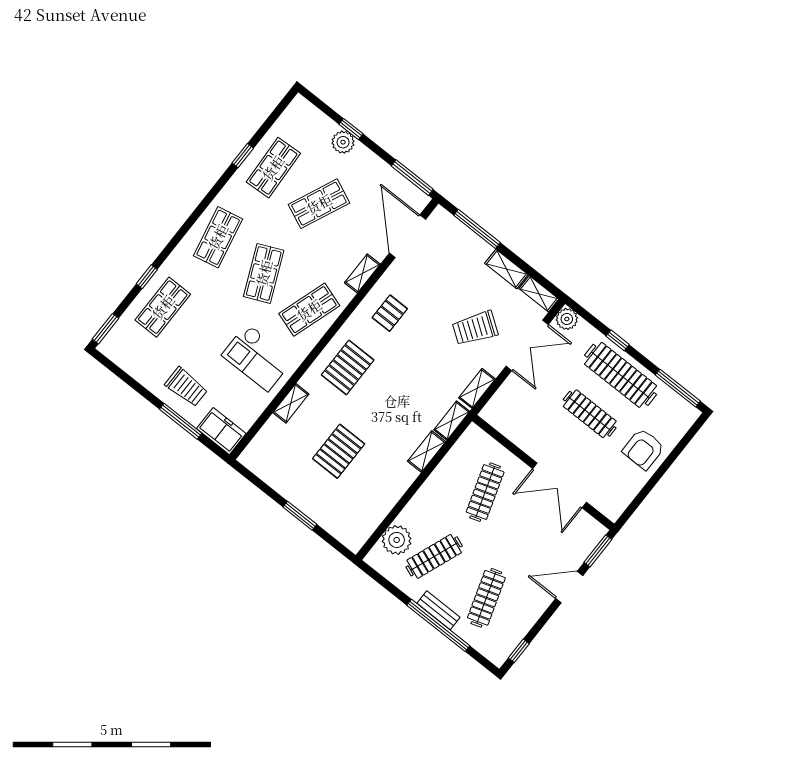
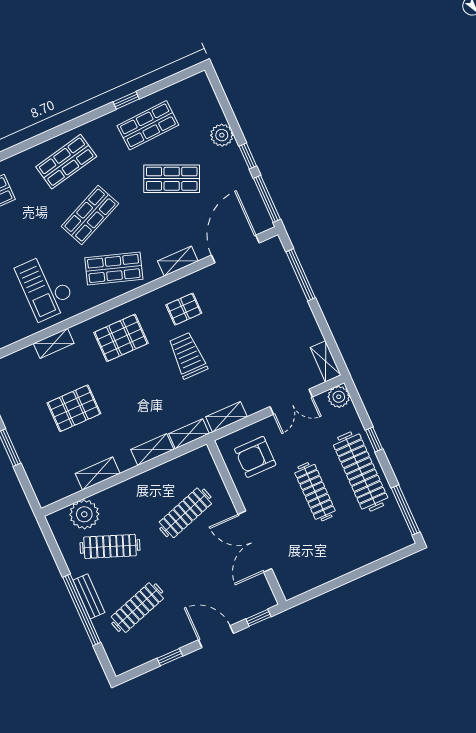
window: (351, 129) -> (248, 156), moved
shelving: (506, 269) -> (98, 473), moved, turned 90
trolley: (475, 328) -> (188, 355), moved, turned 55
double door: (527, 345) -> (291, 402), width x0.73
armchair: (643, 449) -> (255, 457), moved
window: (598, 551) -> (258, 618), width x0.67
window: (519, 651) -> (170, 657), moved

